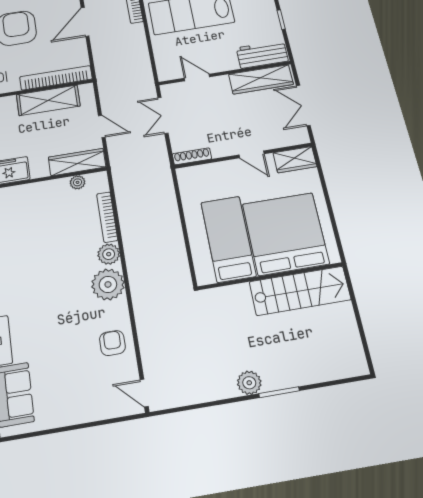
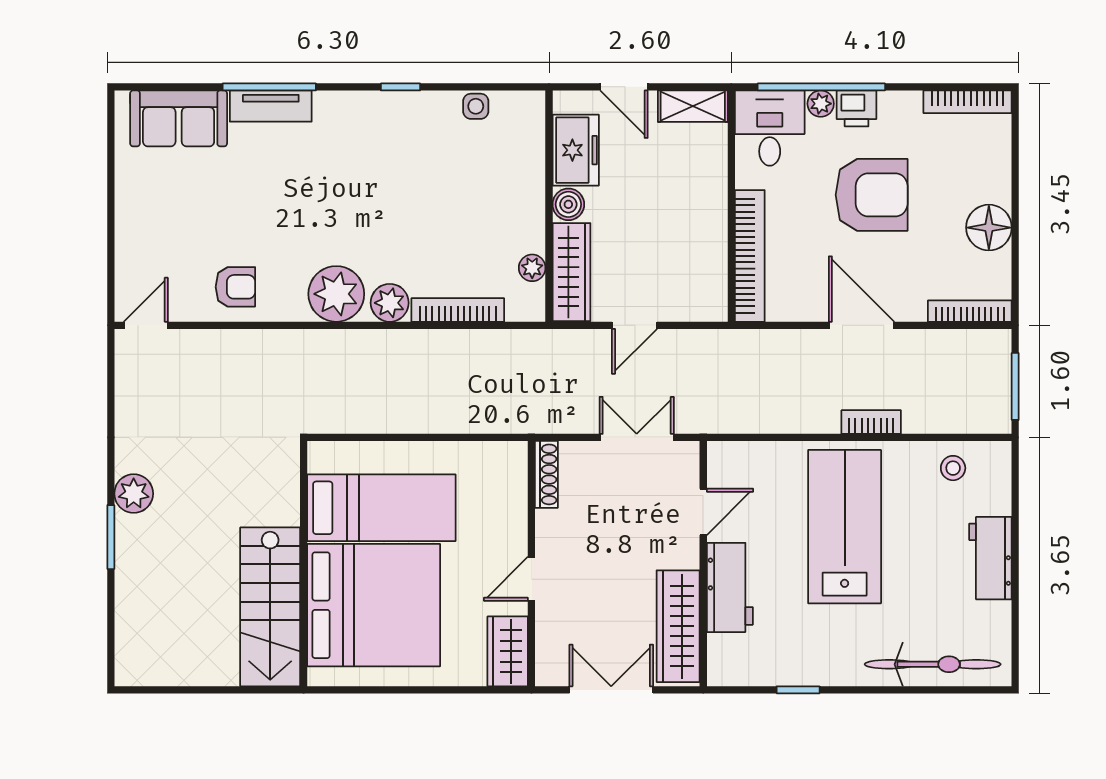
workbench: (262, 54) -> (730, 587), moved
shelving: (48, 100) -> (705, 236), removed
boiler: (39, 170) -> (568, 204), added

